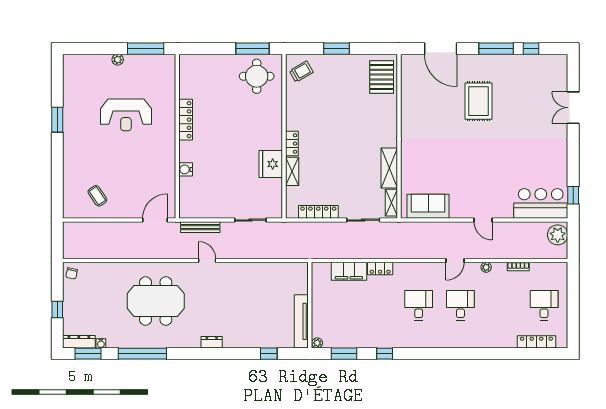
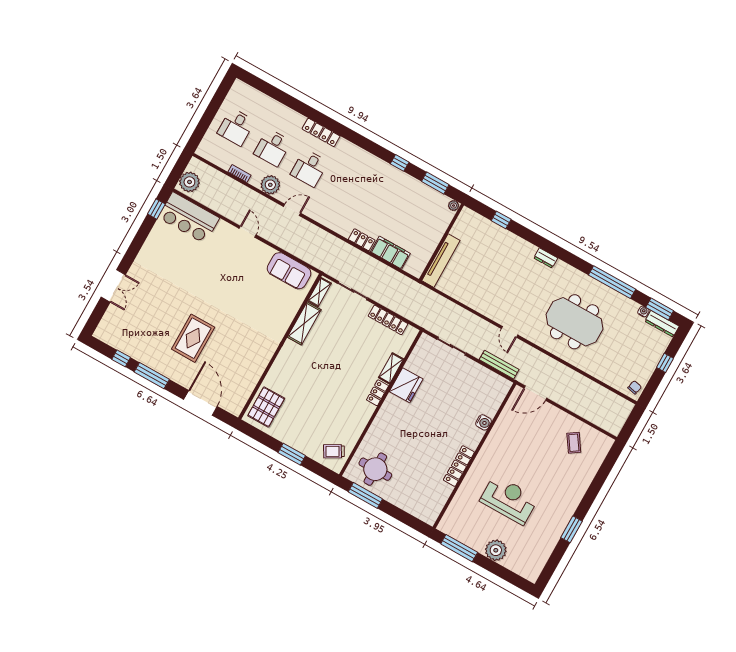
plant: (118, 60) -> (496, 550), width x1.88, depth x1.88
plant: (486, 267) -> (270, 185), width x1.88, depth x1.88
desk: (419, 305) -> (273, 148), moved
tv unit: (301, 321) -> (441, 261), moved
locker: (536, 342) -> (321, 132), moved

